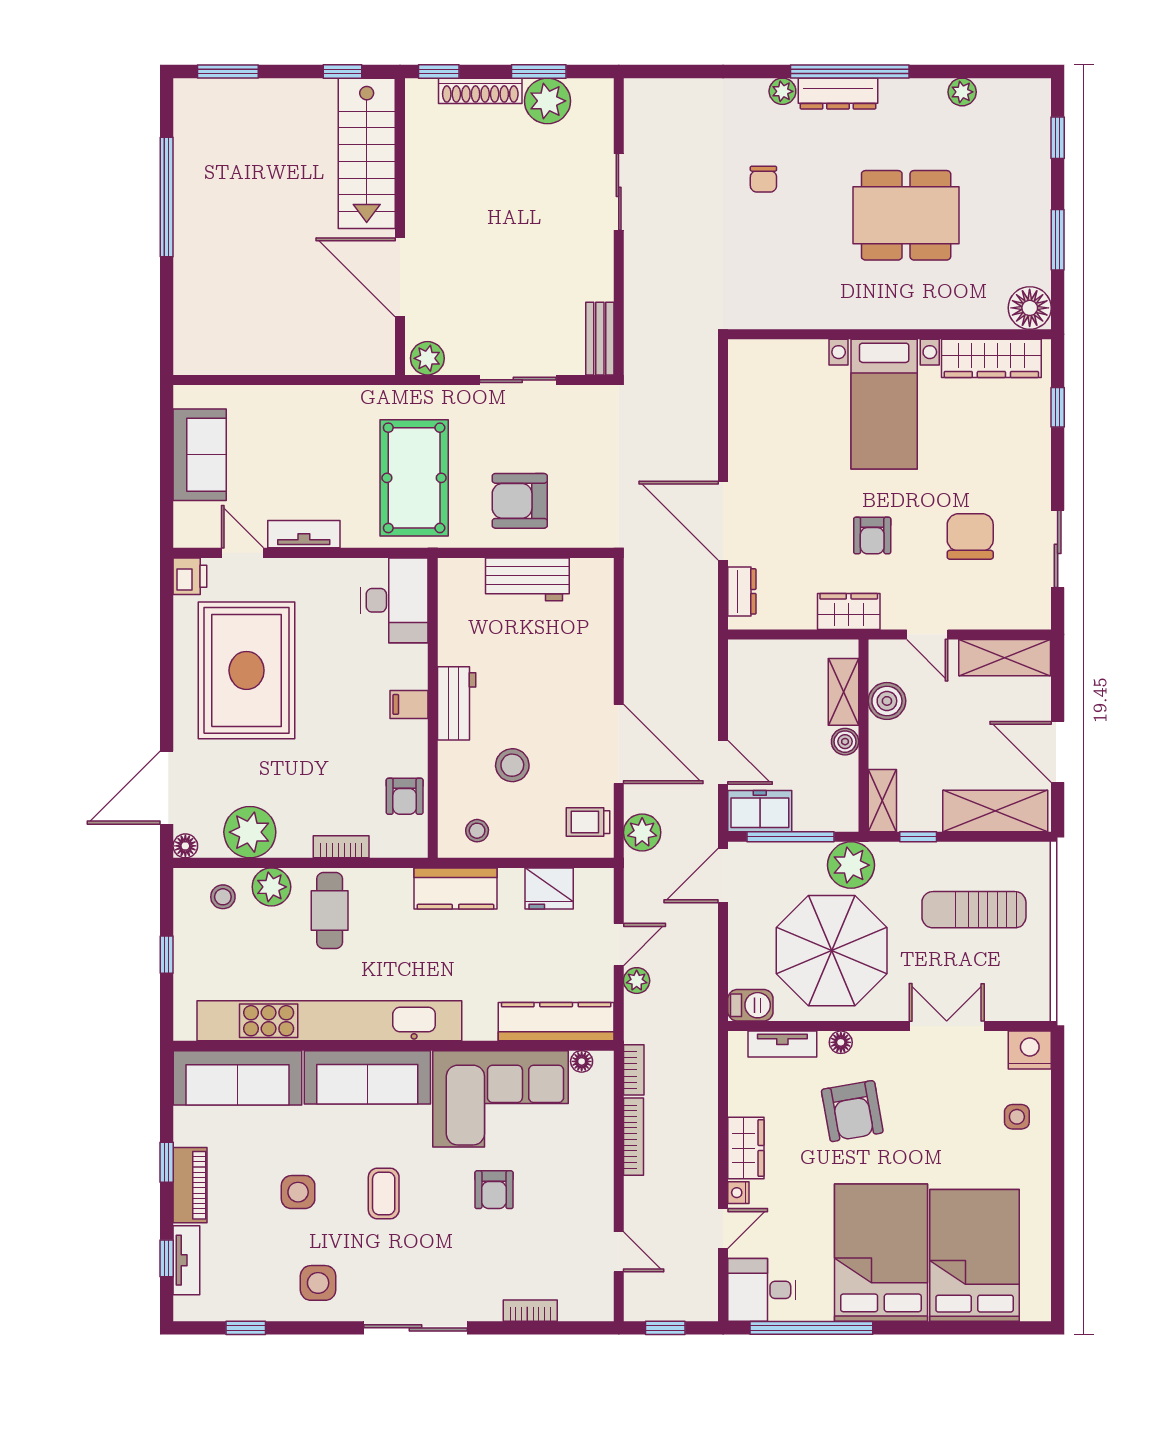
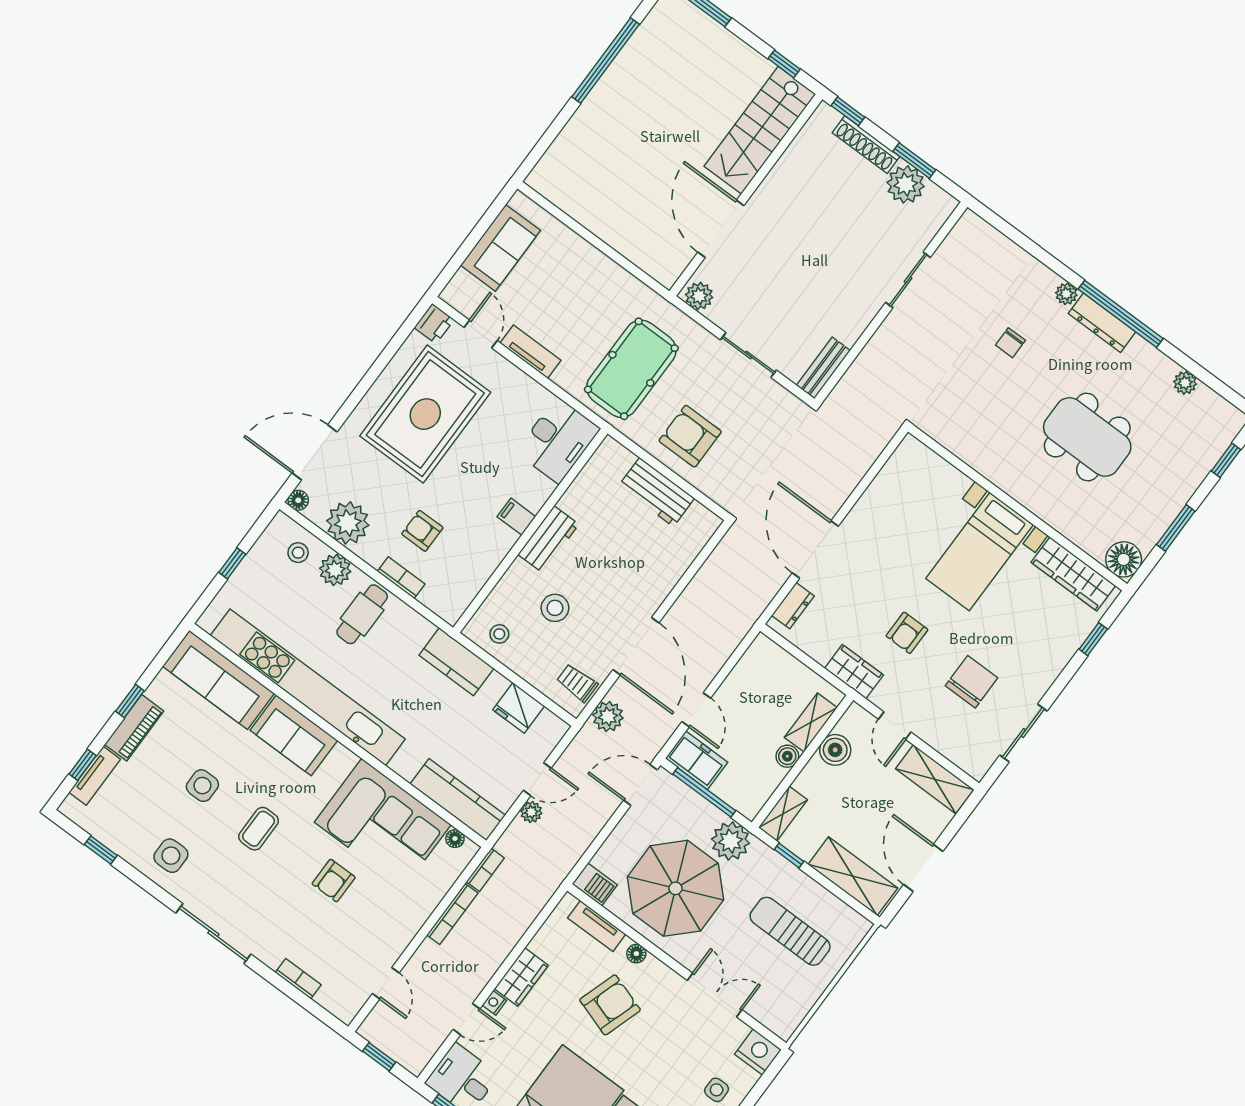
armchair: (405, 796) -> (422, 531), moved, turned 90
sofa: (367, 1077) -> (294, 735), width x0.73
armchair: (852, 1111) -> (610, 1005), turned -152

